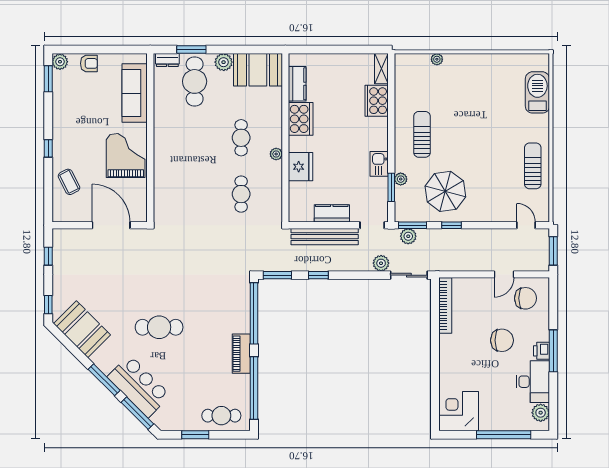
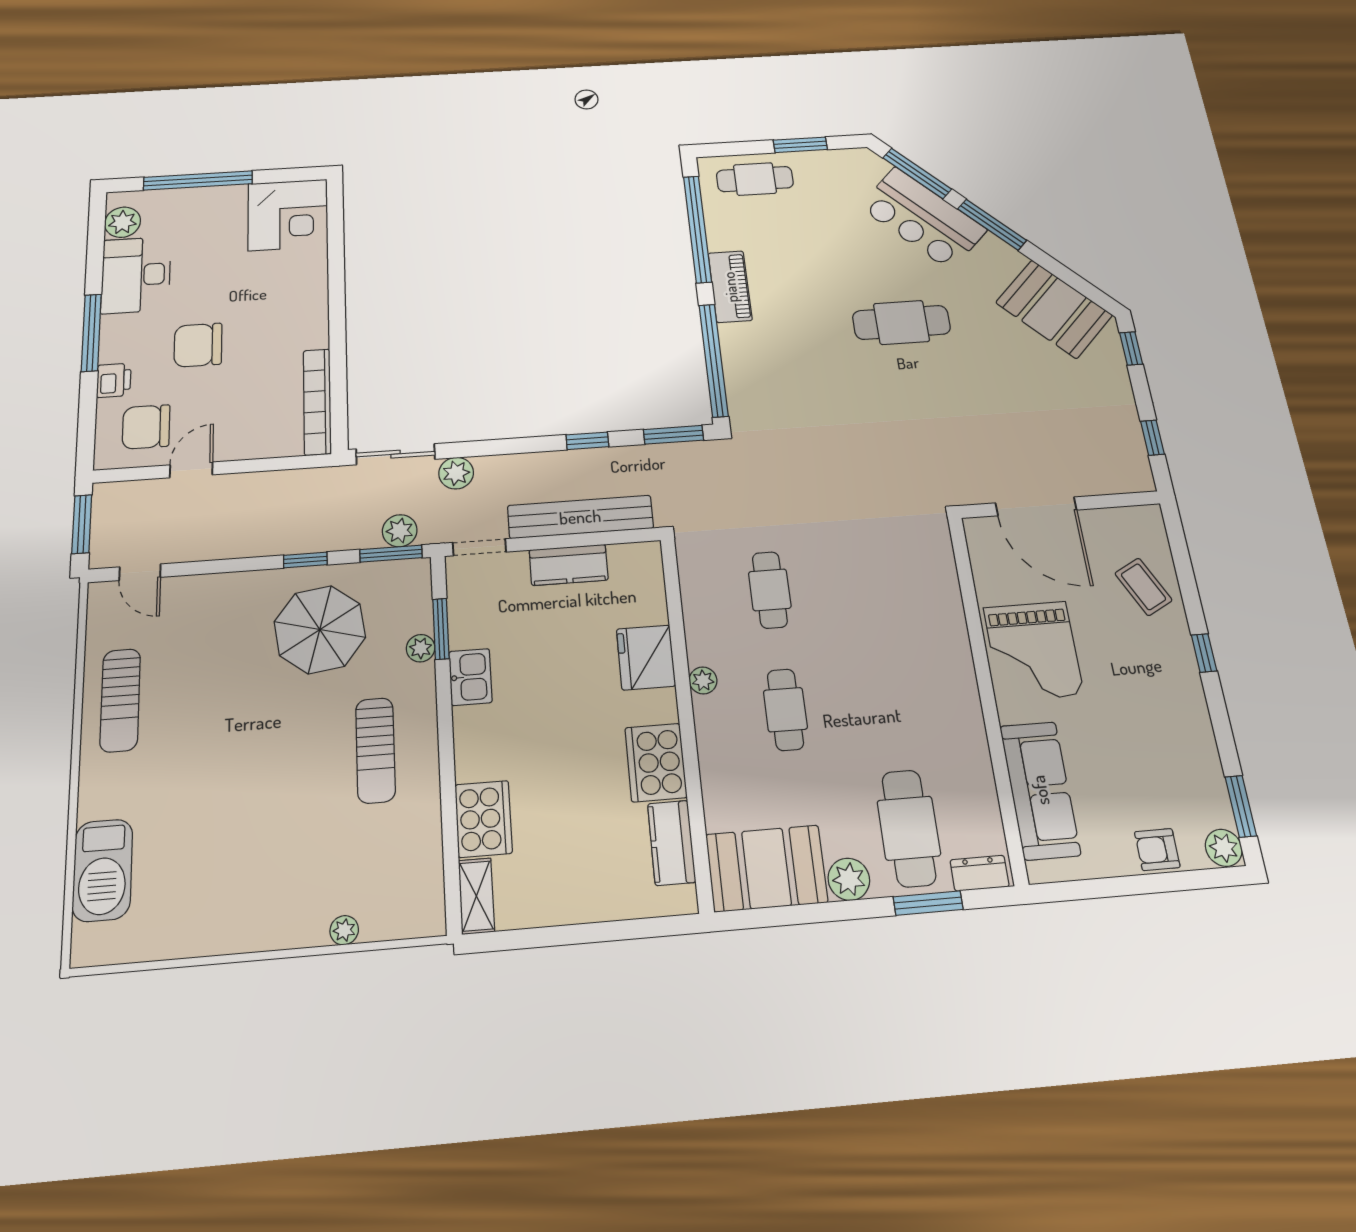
printer: (542, 351) -> (114, 380), moved

